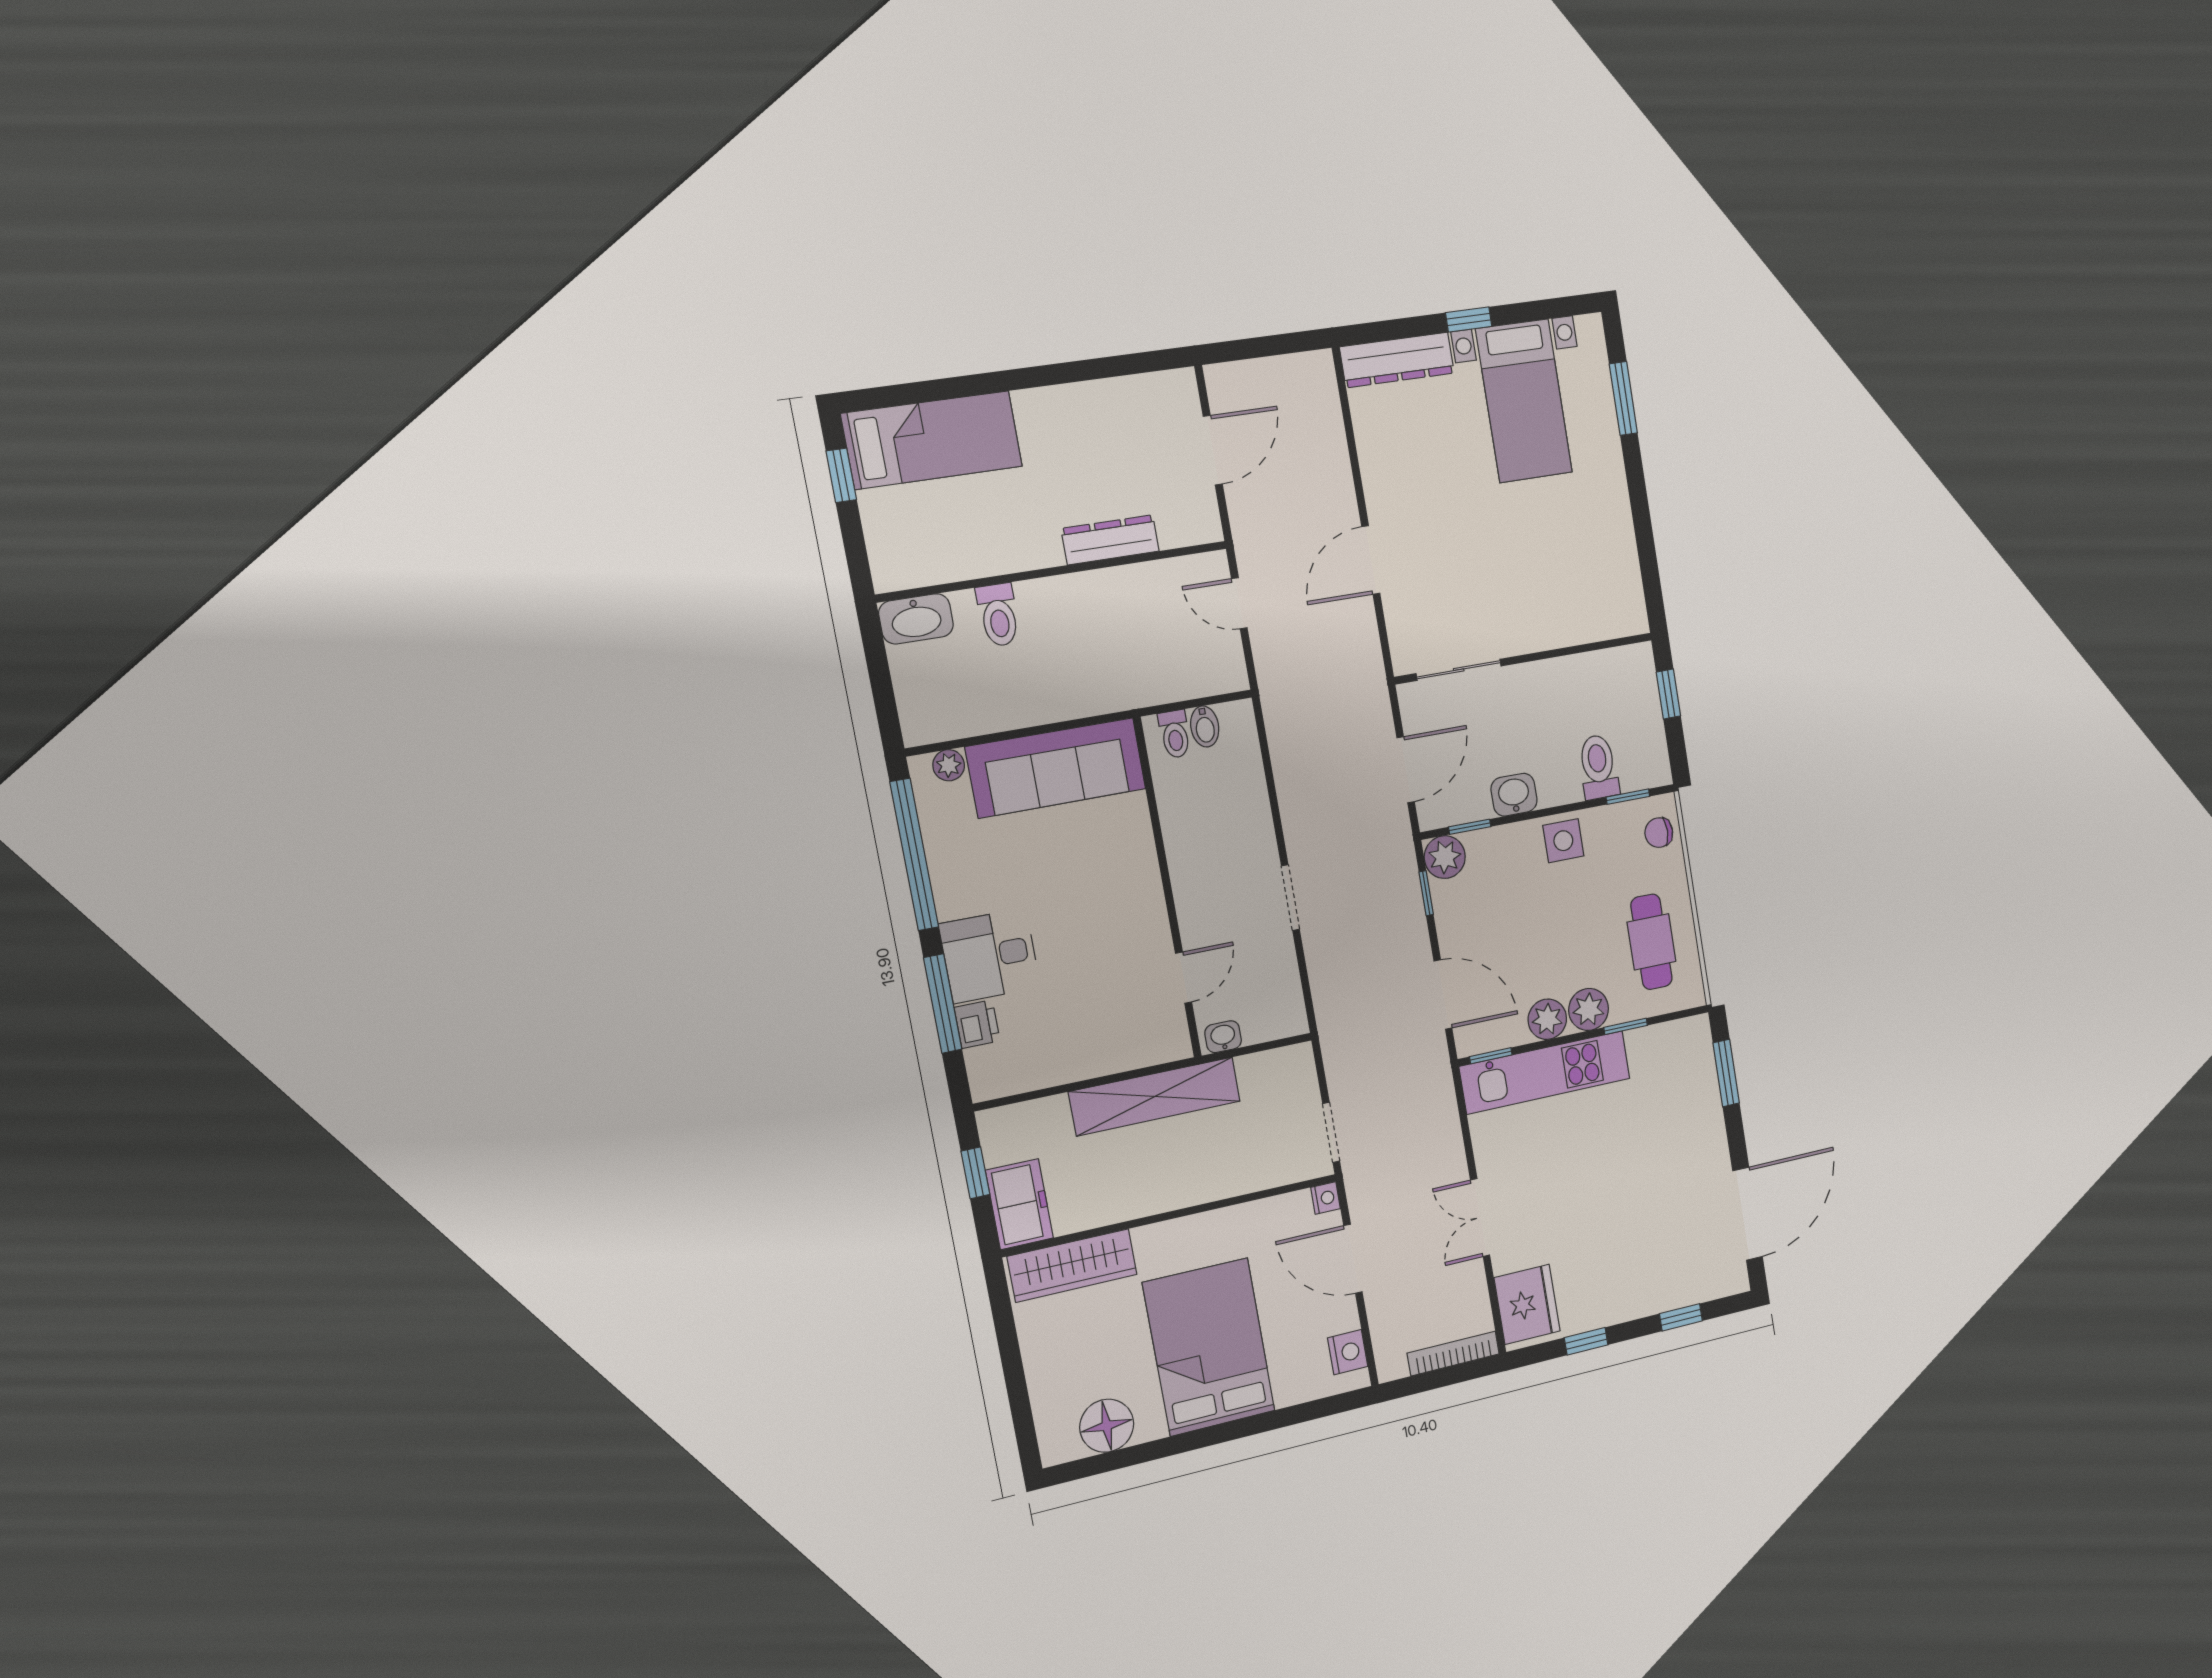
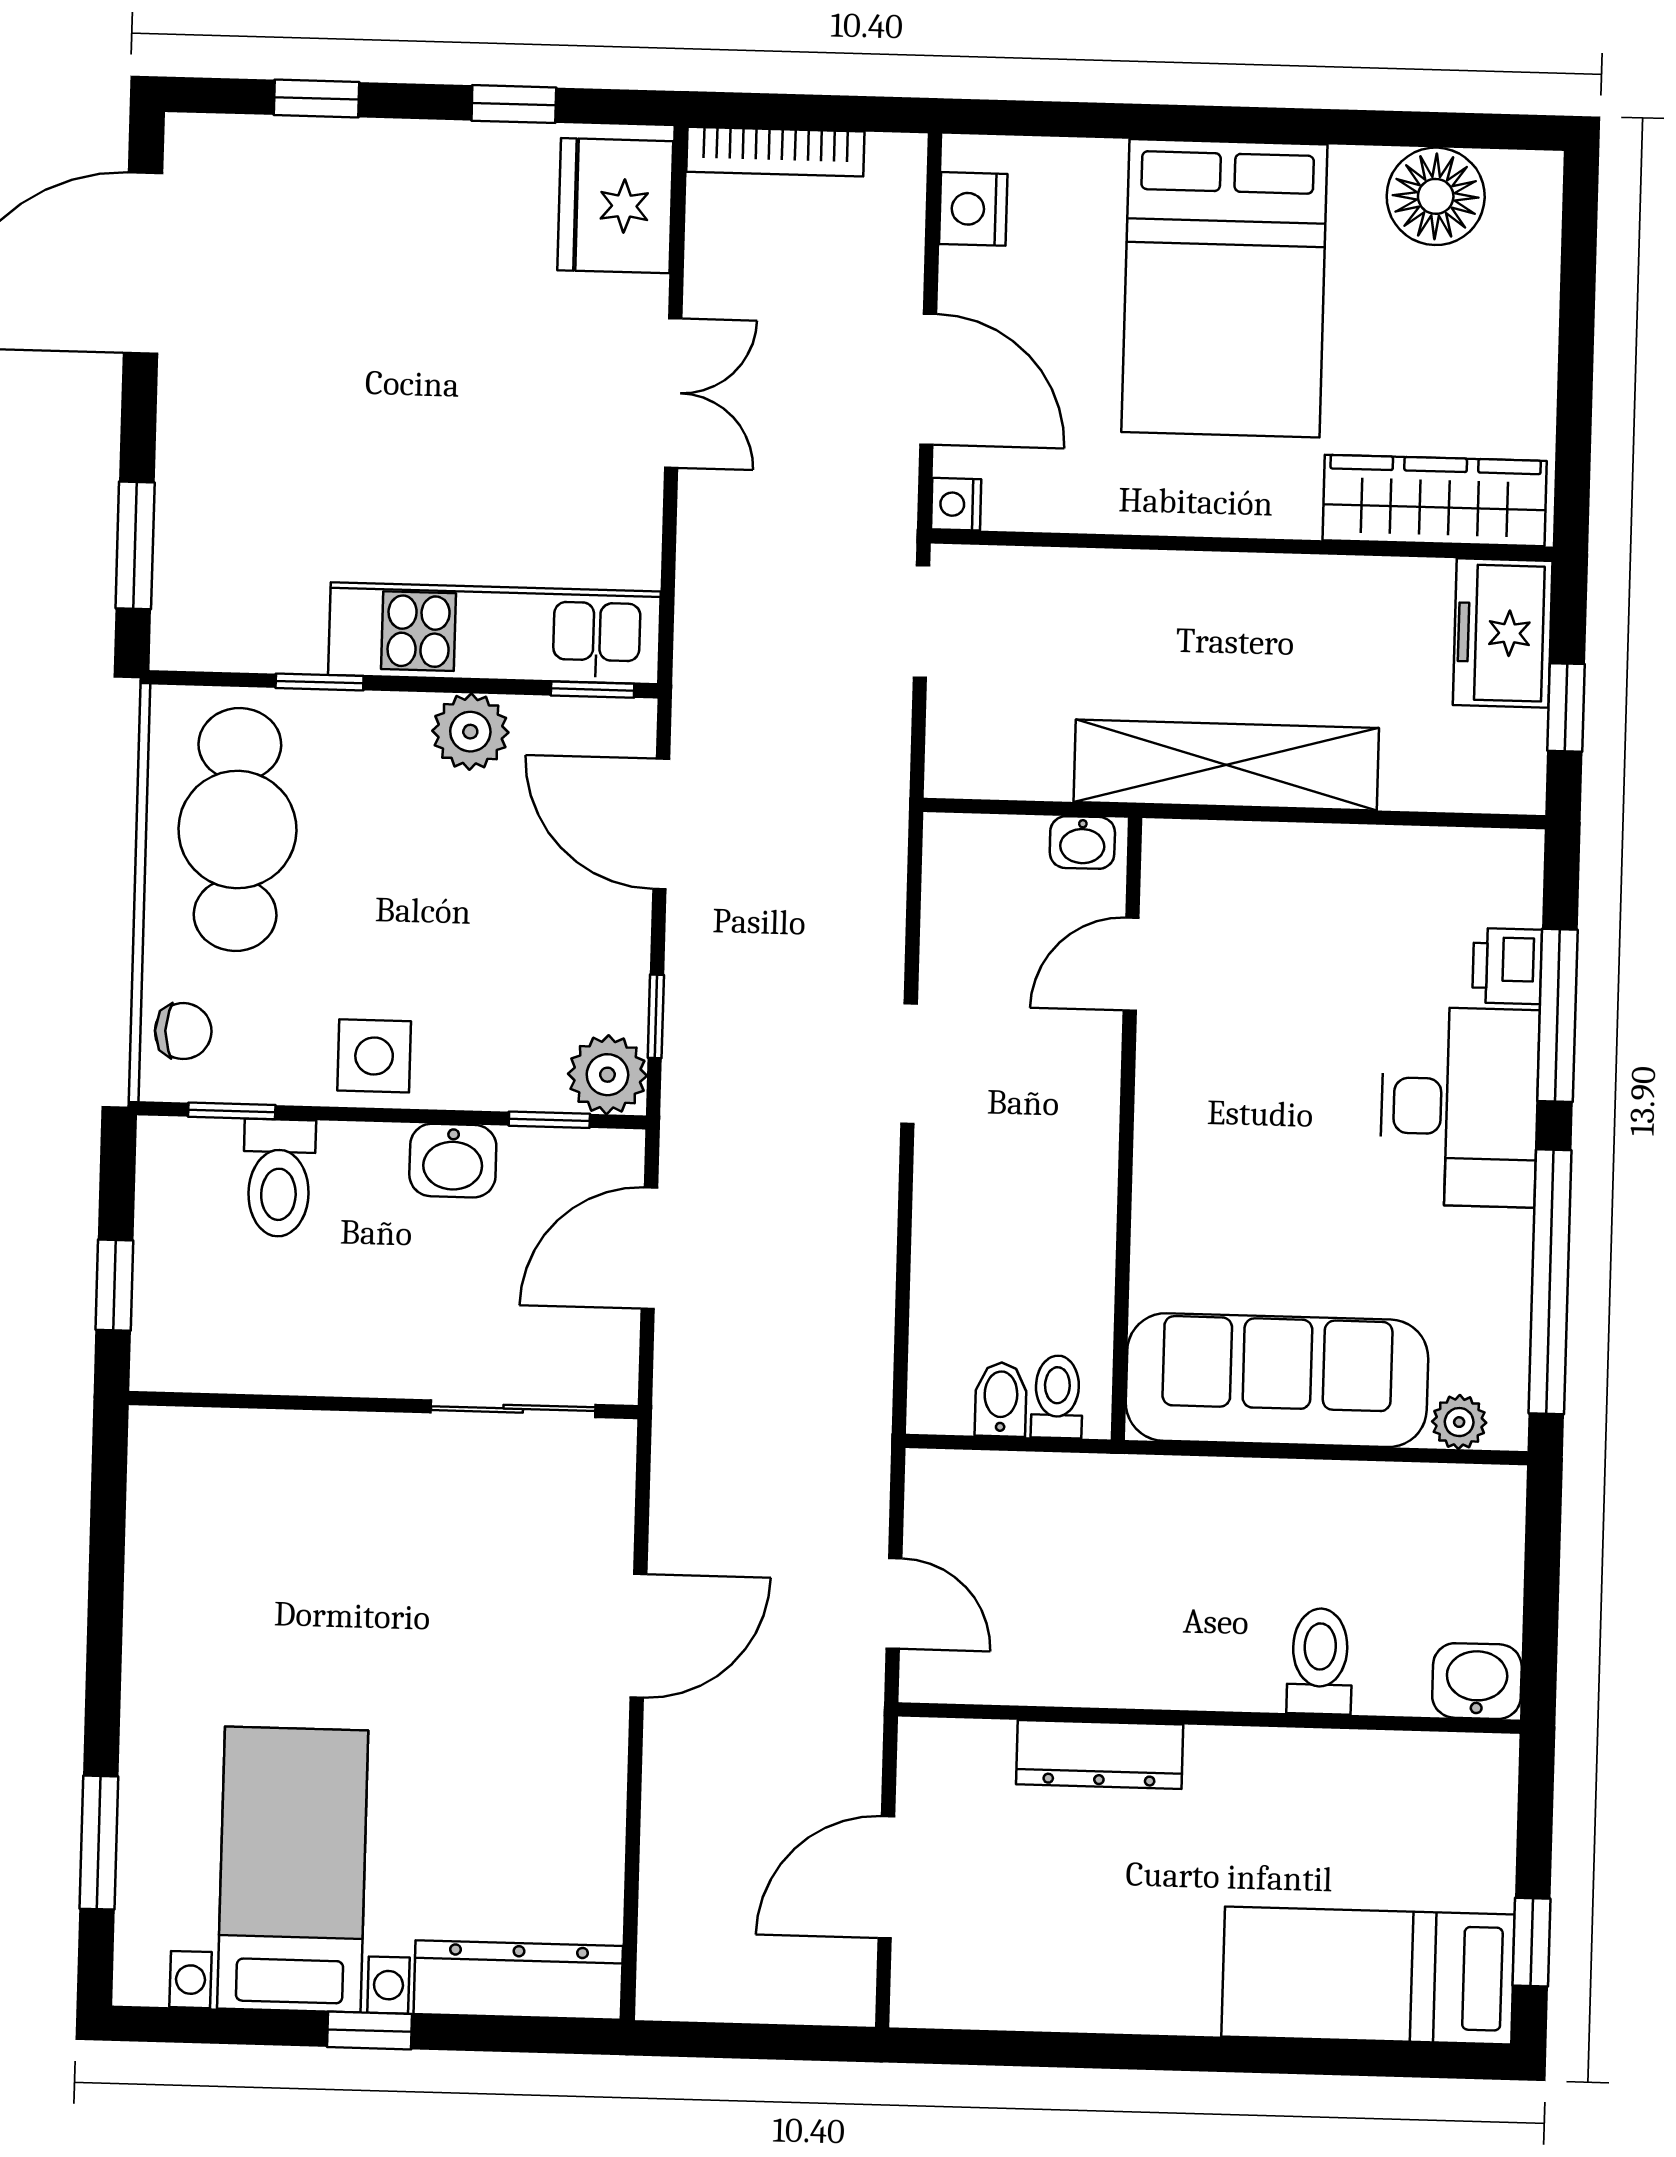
washbasin: (916, 619) -> (1477, 1681), width x0.72
cafe table: (1651, 942) -> (237, 830), width x1.37, depth x1.35
desk: (990, 956) -> (1459, 1107), width x1.37
plant: (1589, 1009) -> (386, 731), removed

